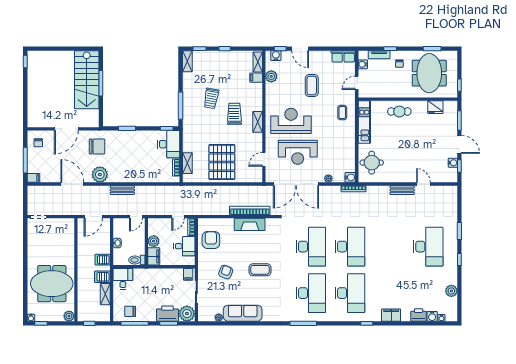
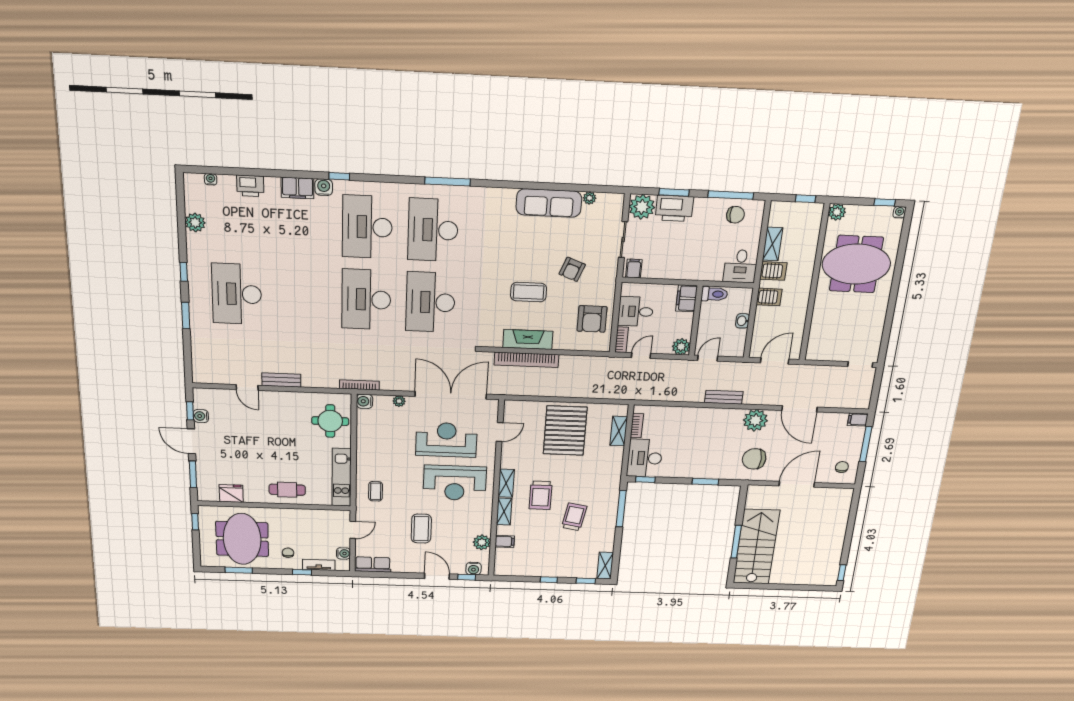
shelving: (258, 62) -> (504, 512), moved
plant: (154, 241) -> (681, 347), moved
coffee table: (260, 270) -> (529, 292), moved
water cooler: (432, 316) -> (324, 187), moved

